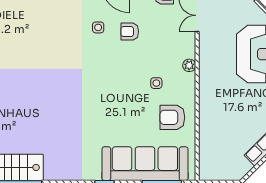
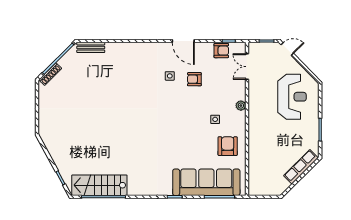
armchair: (172, 117) -> (228, 146), turned 90

